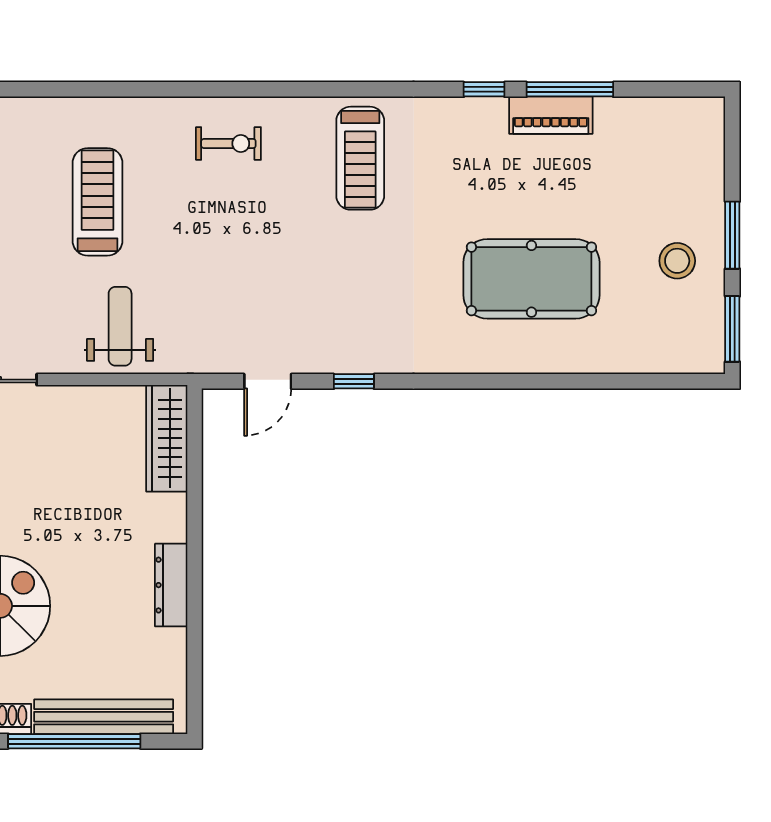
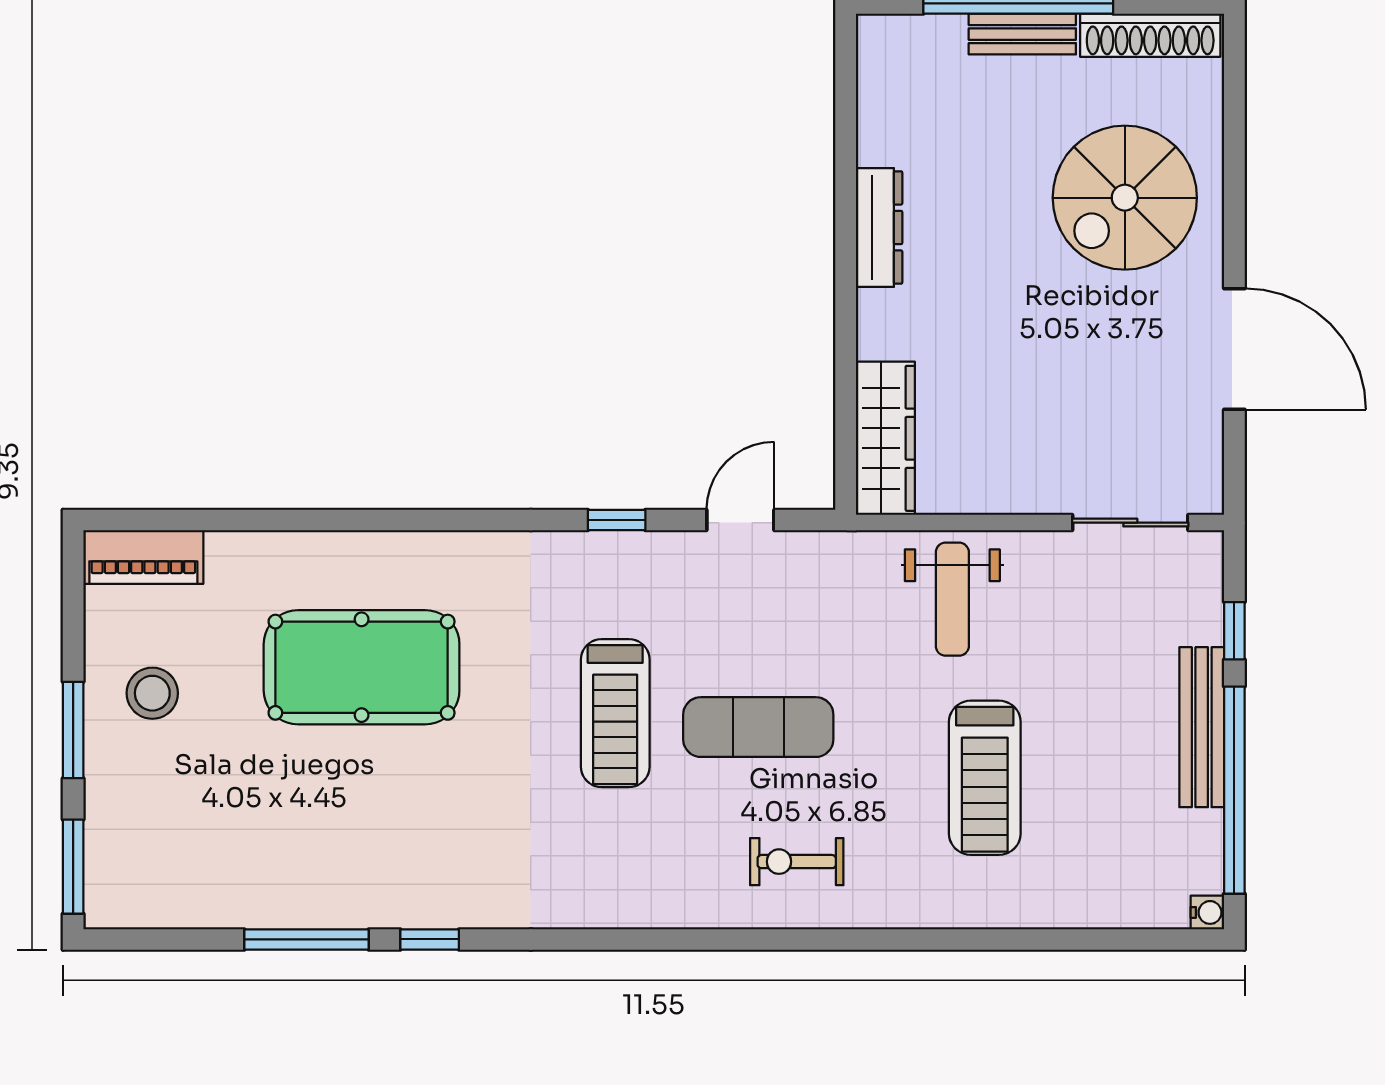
piano: (551, 115) -> (143, 557), moved, turned 180
treadmill: (360, 158) -> (615, 713), moved, turned 180
exercise mat: (255, 237) -> (758, 727), added
window: (732, 329) -> (73, 867), moved
bench: (104, 717) -> (1022, 34), width x0.54, depth x0.82

